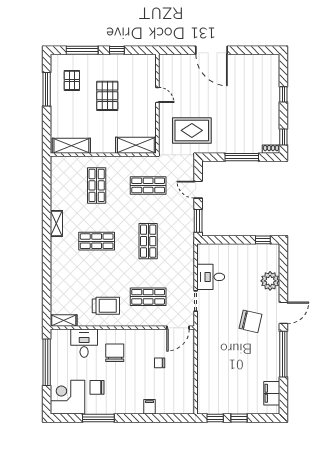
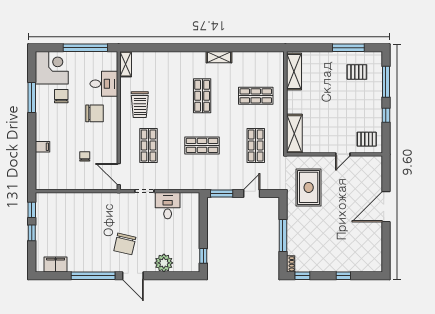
pallet: (107, 96) -> (367, 139), moved, width x0.67, depth x0.71

